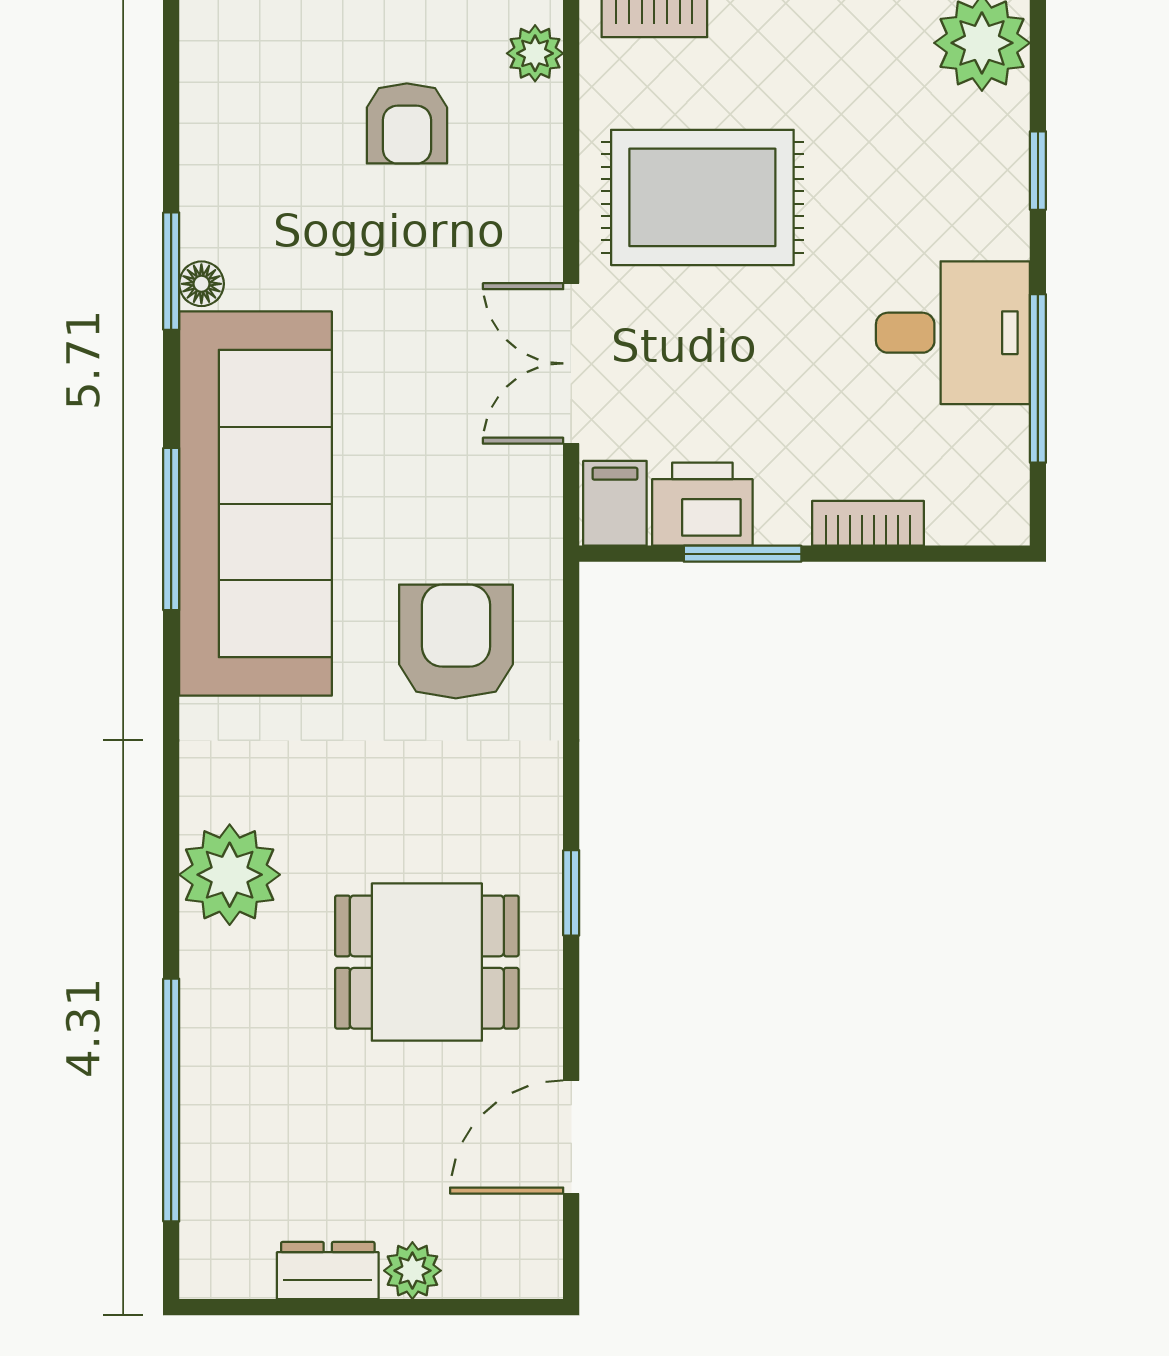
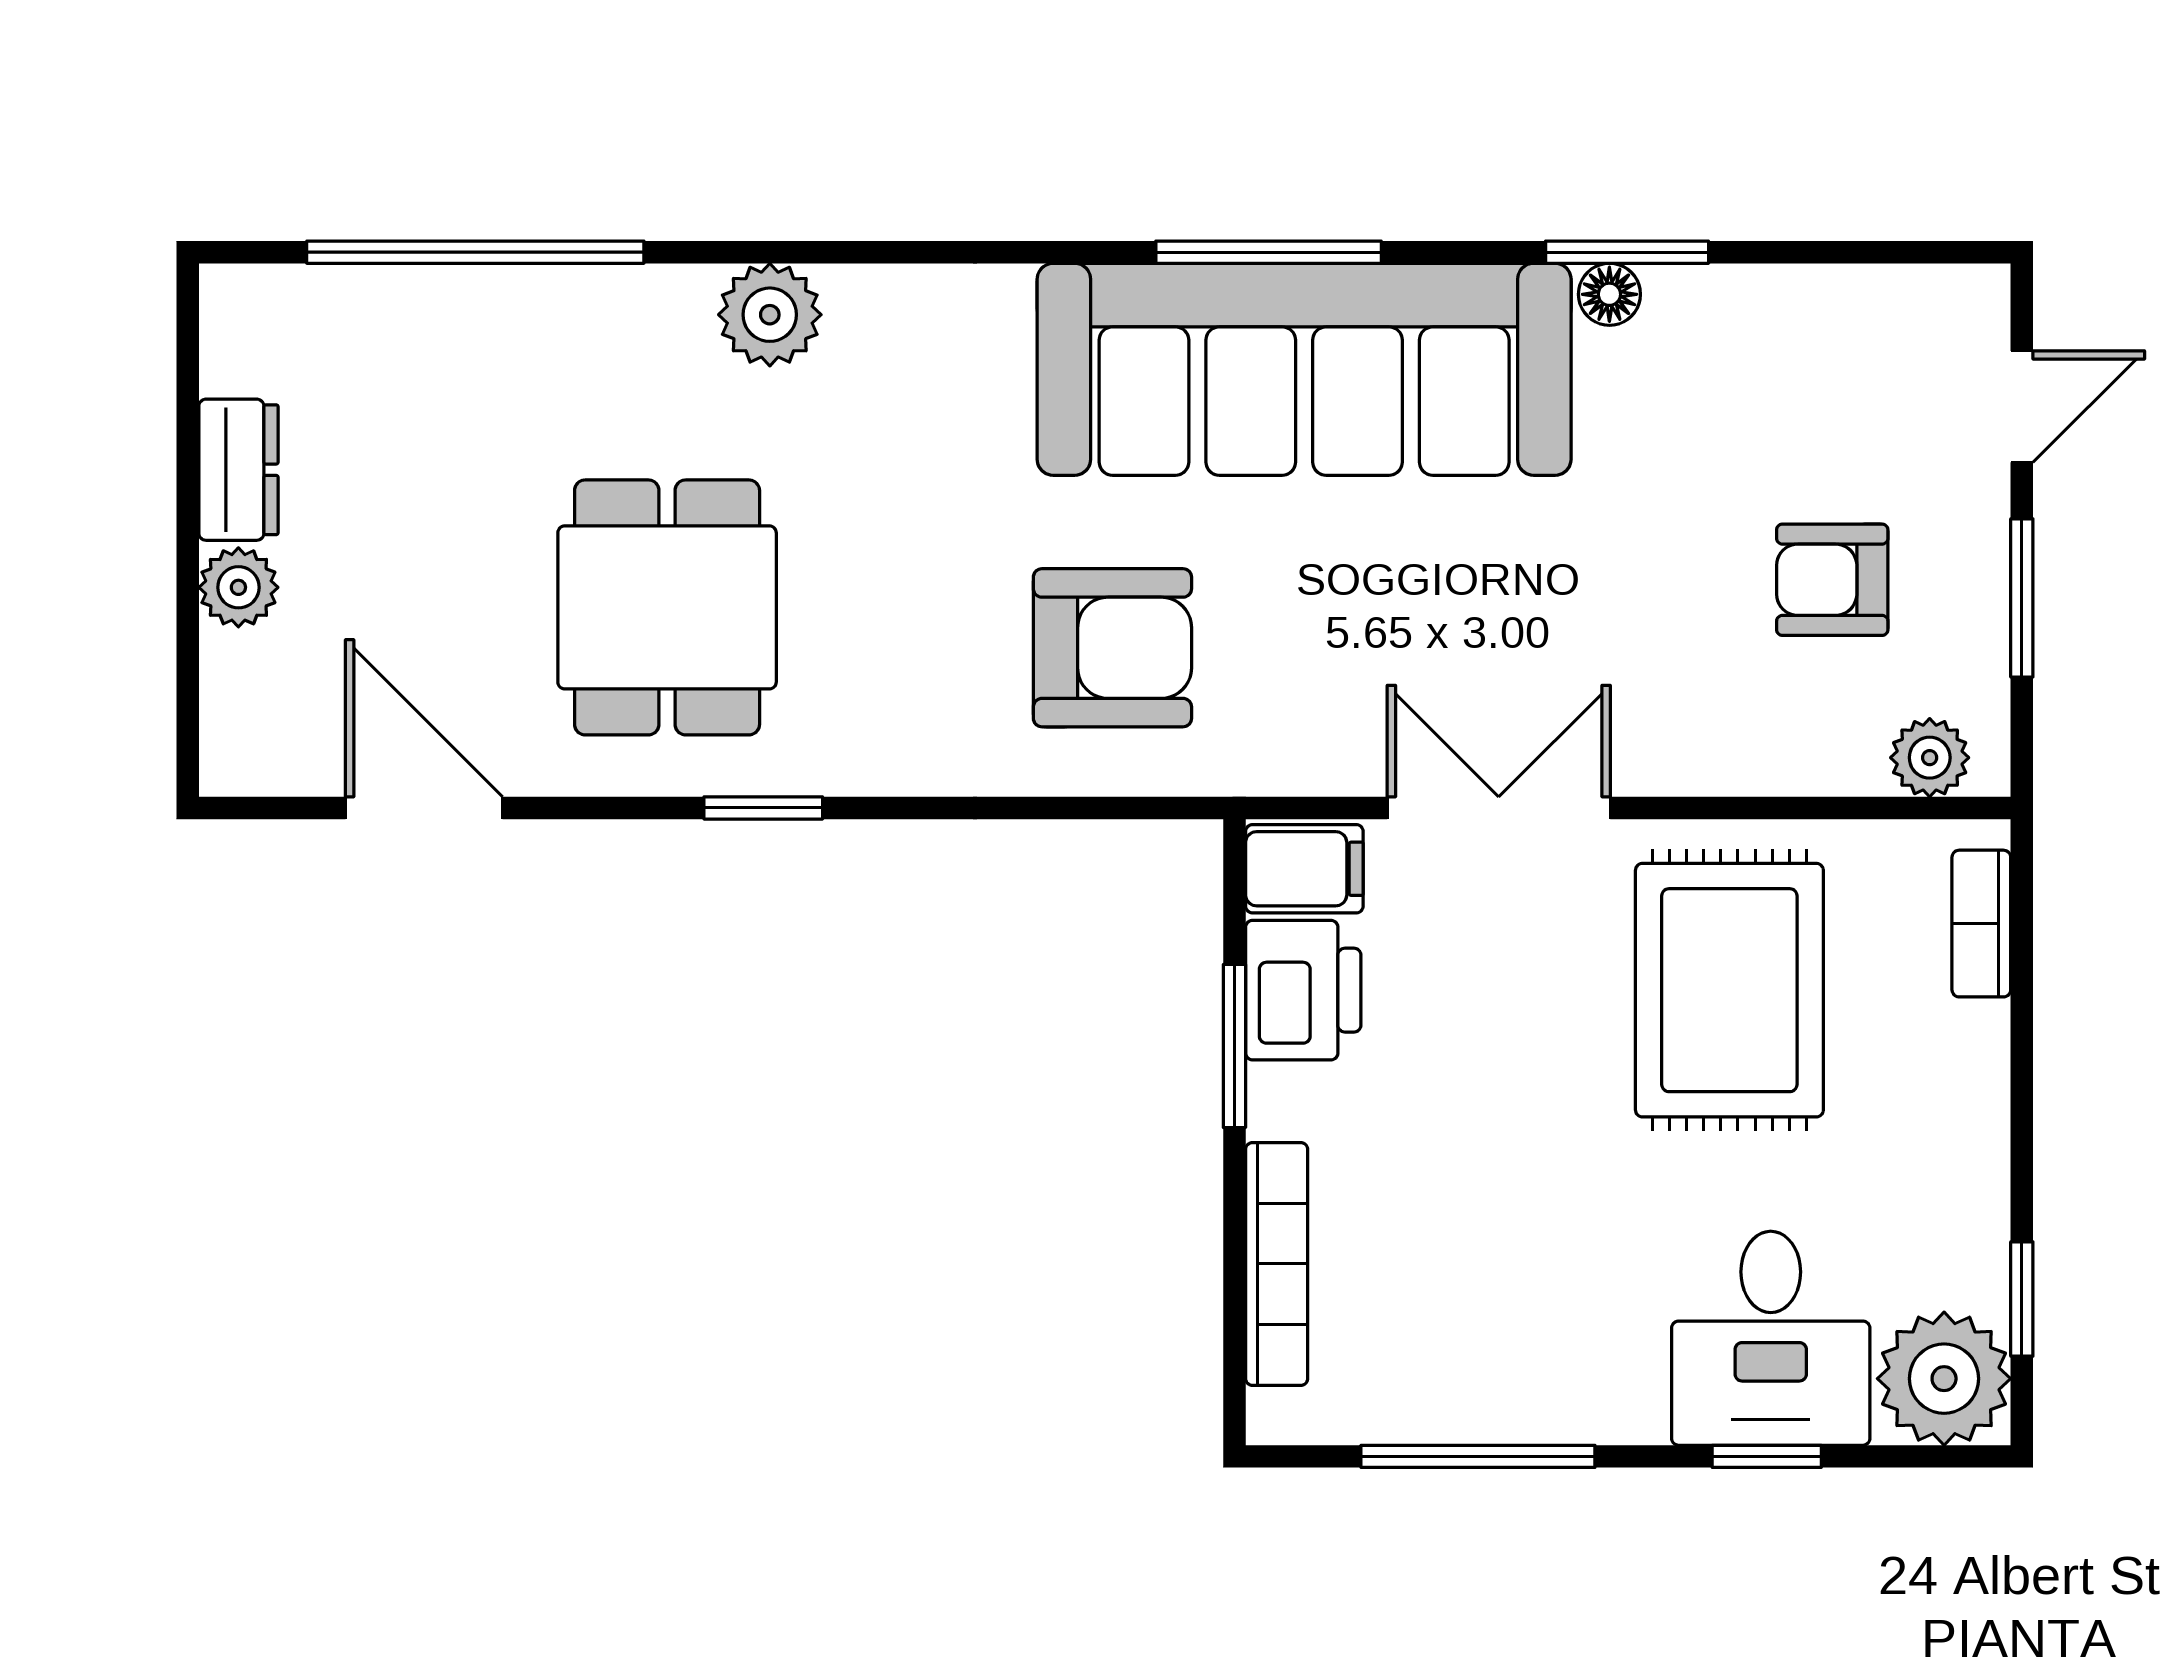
desk: (953, 333) -> (1771, 1338), moved
bookcase: (868, 523) -> (1277, 1264), width x1.56
plant: (230, 875) -> (770, 315), width x0.73, depth x0.73

